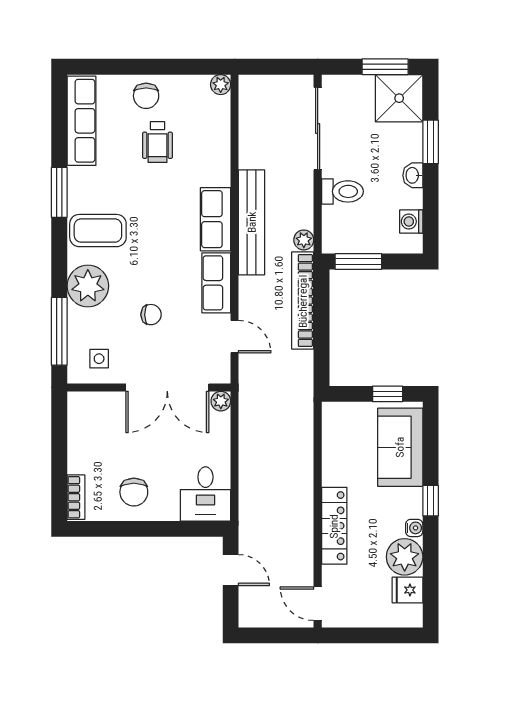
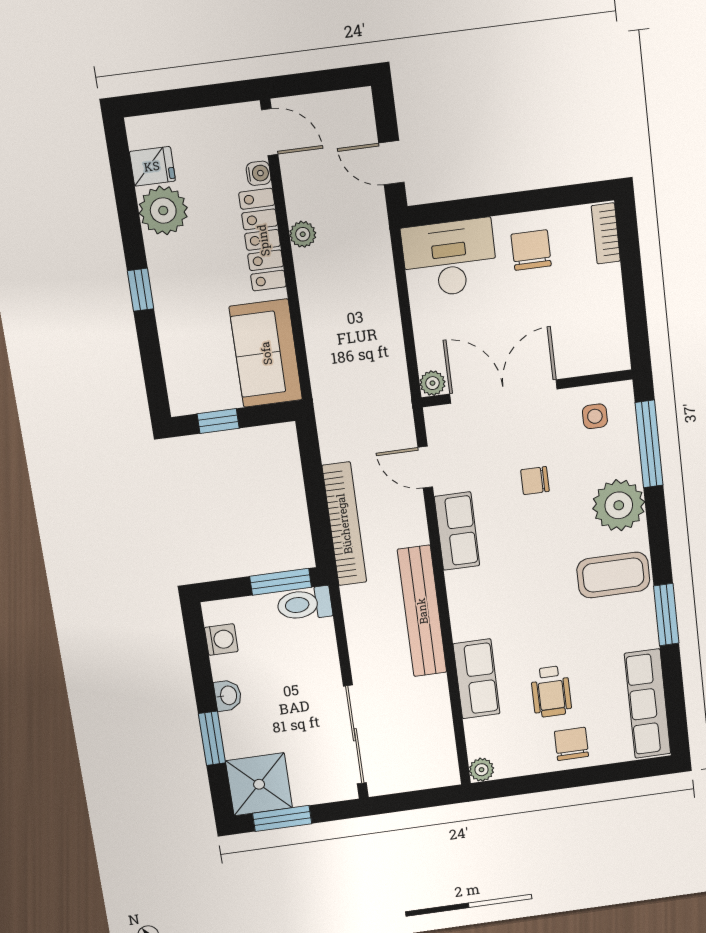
wheelchair: (158, 142) -> (551, 691), turned 180
toilet: (342, 191) -> (305, 604), moved
row of seats: (216, 219) -> (476, 679), moved
plant: (304, 240) -> (303, 234), moved
sofa: (400, 447) -> (266, 353), moved, turned 180
desk: (205, 494) -> (450, 258), width x1.37
water cooler: (414, 528) -> (259, 173), moved, turned 180

